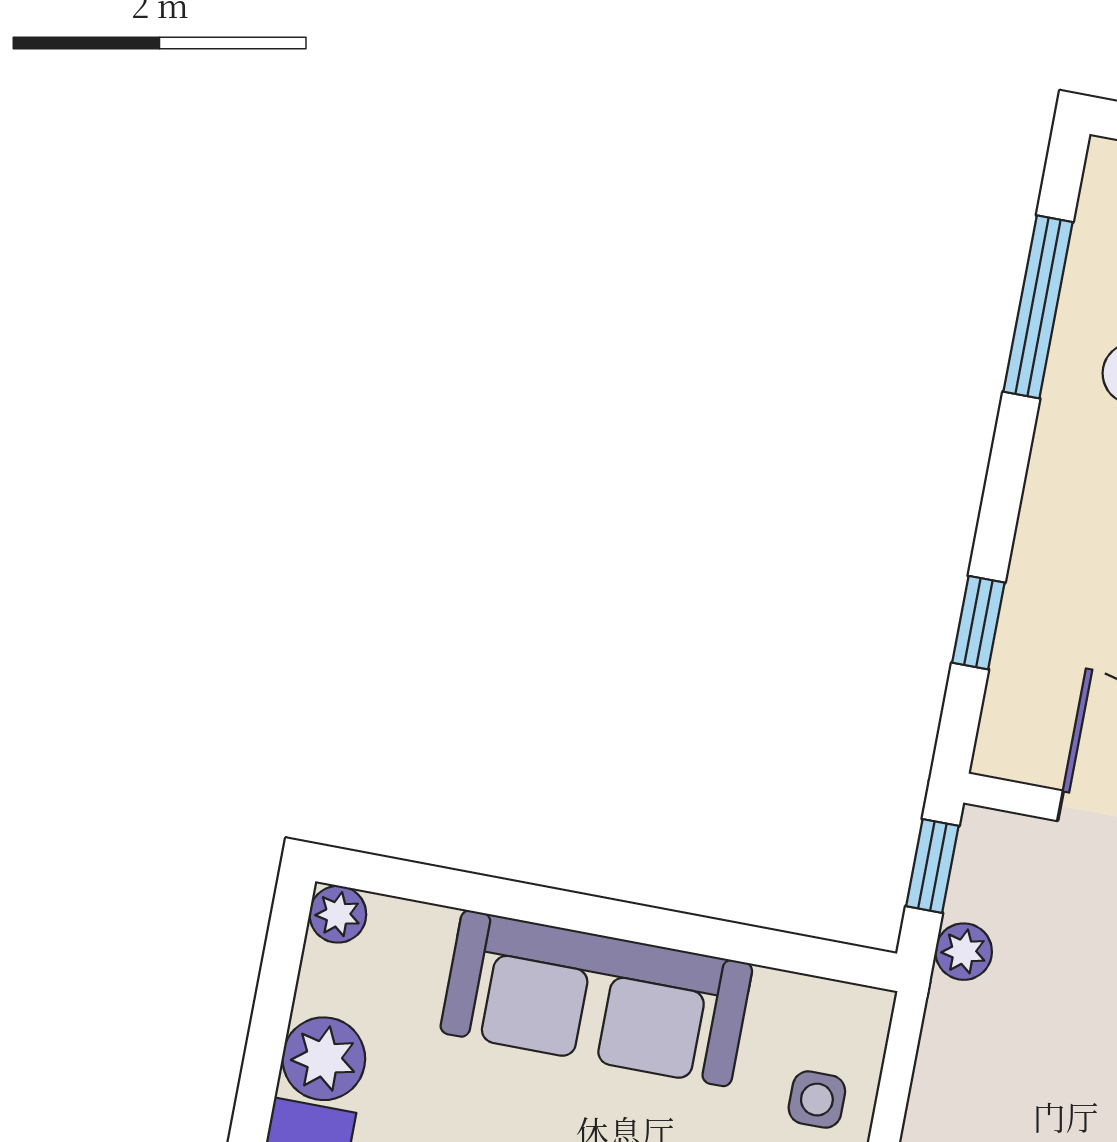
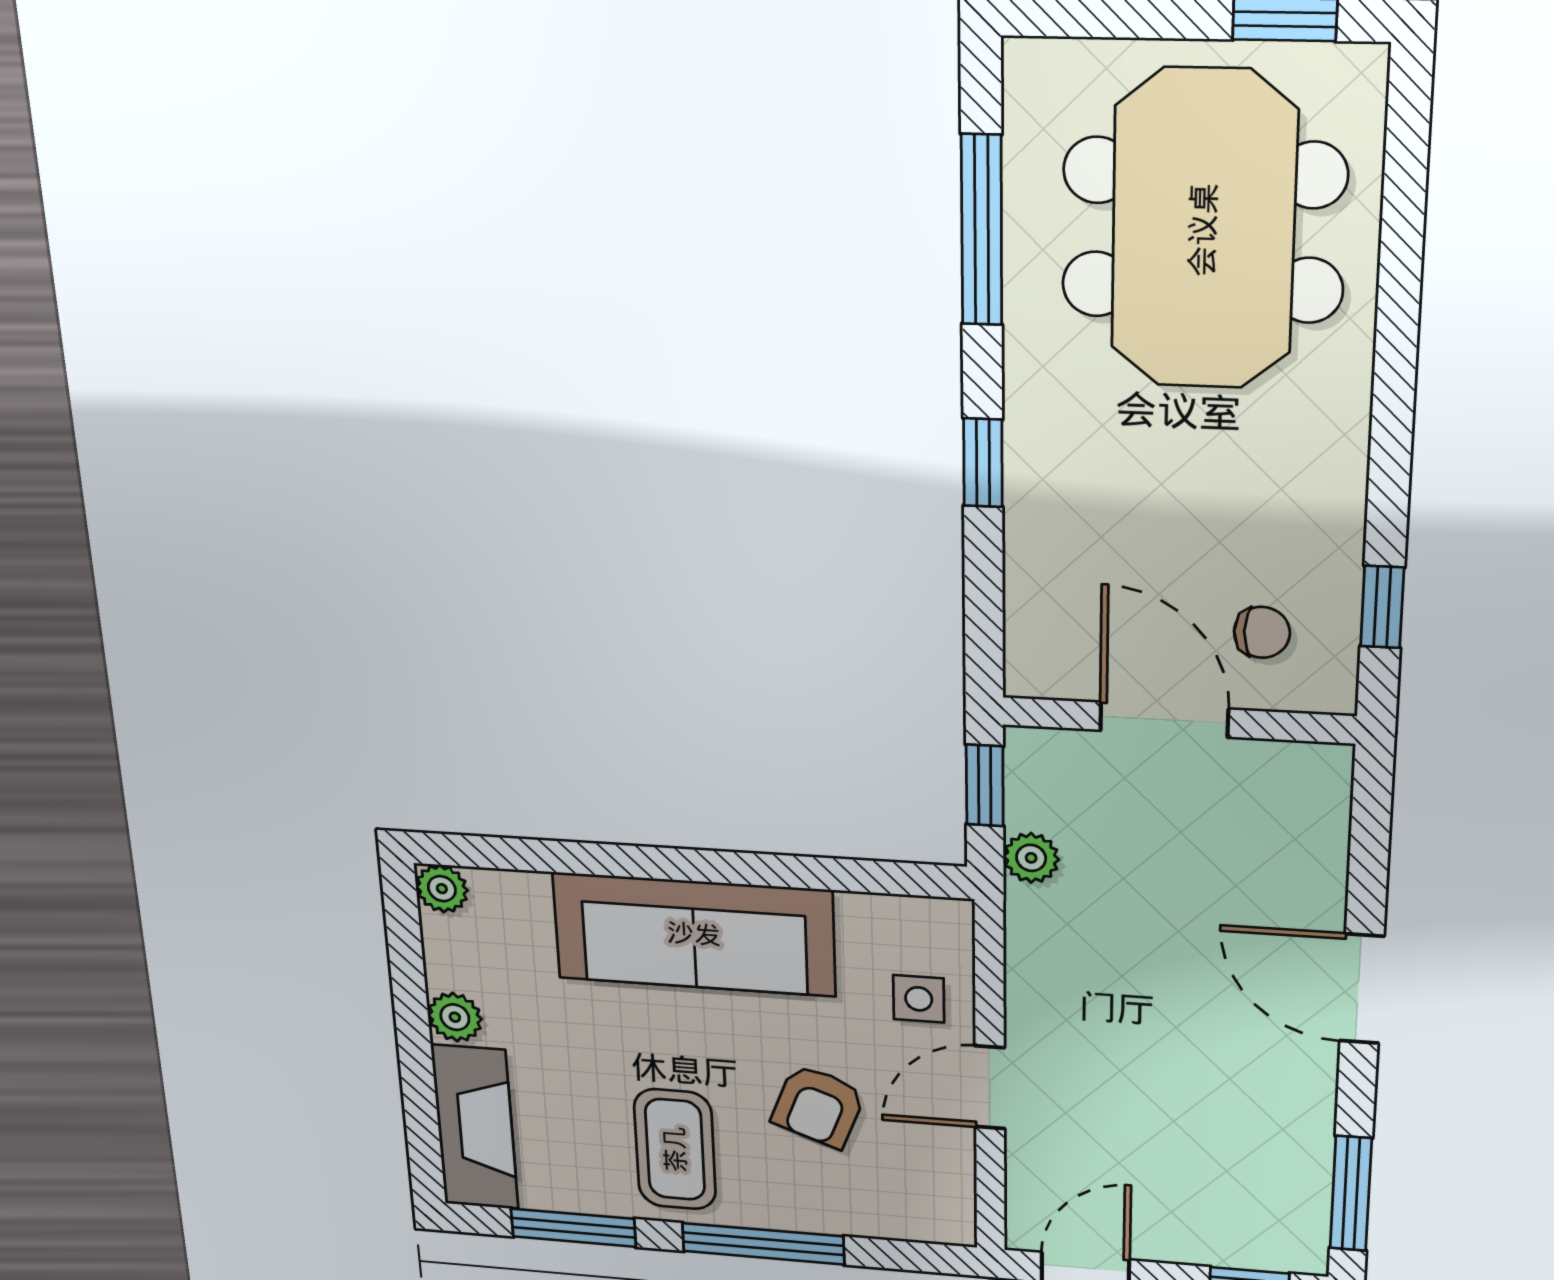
window: (978, 623) -> (983, 463), moved
plant: (324, 1059) -> (455, 1017), width x0.73, depth x0.73

